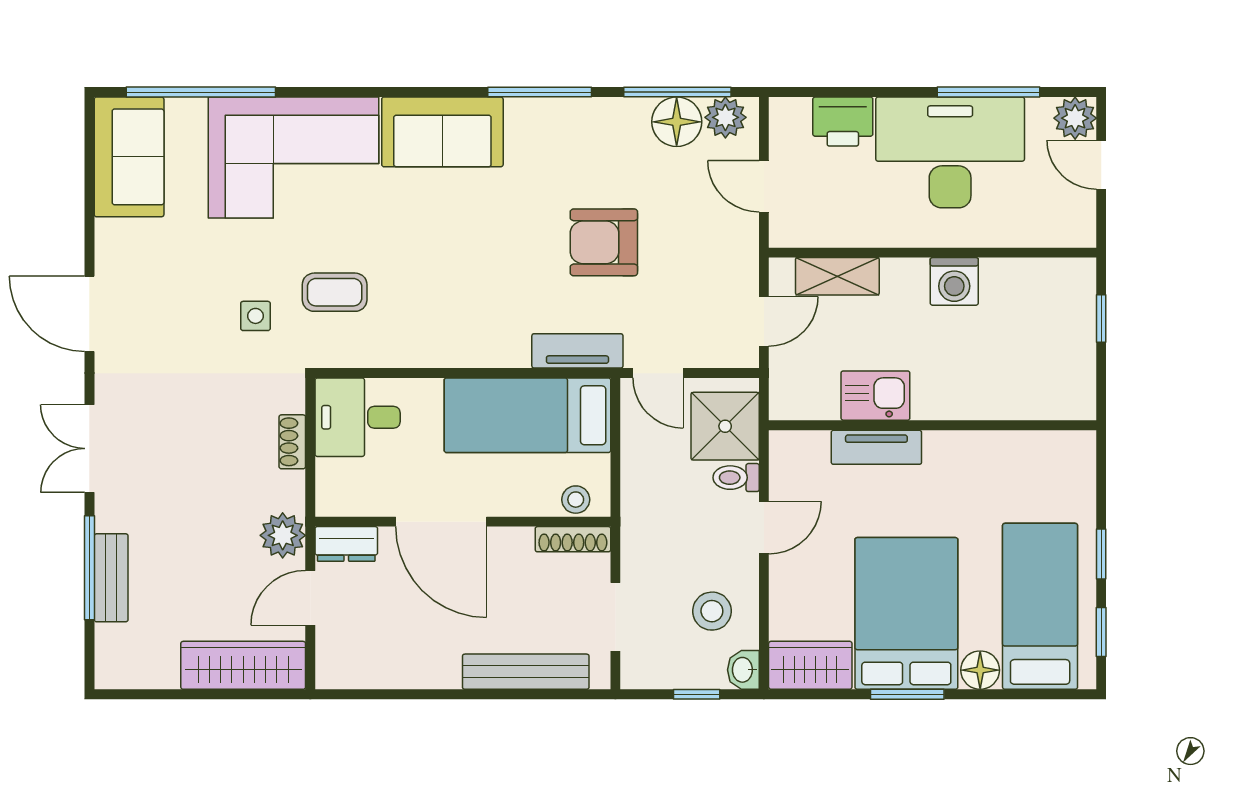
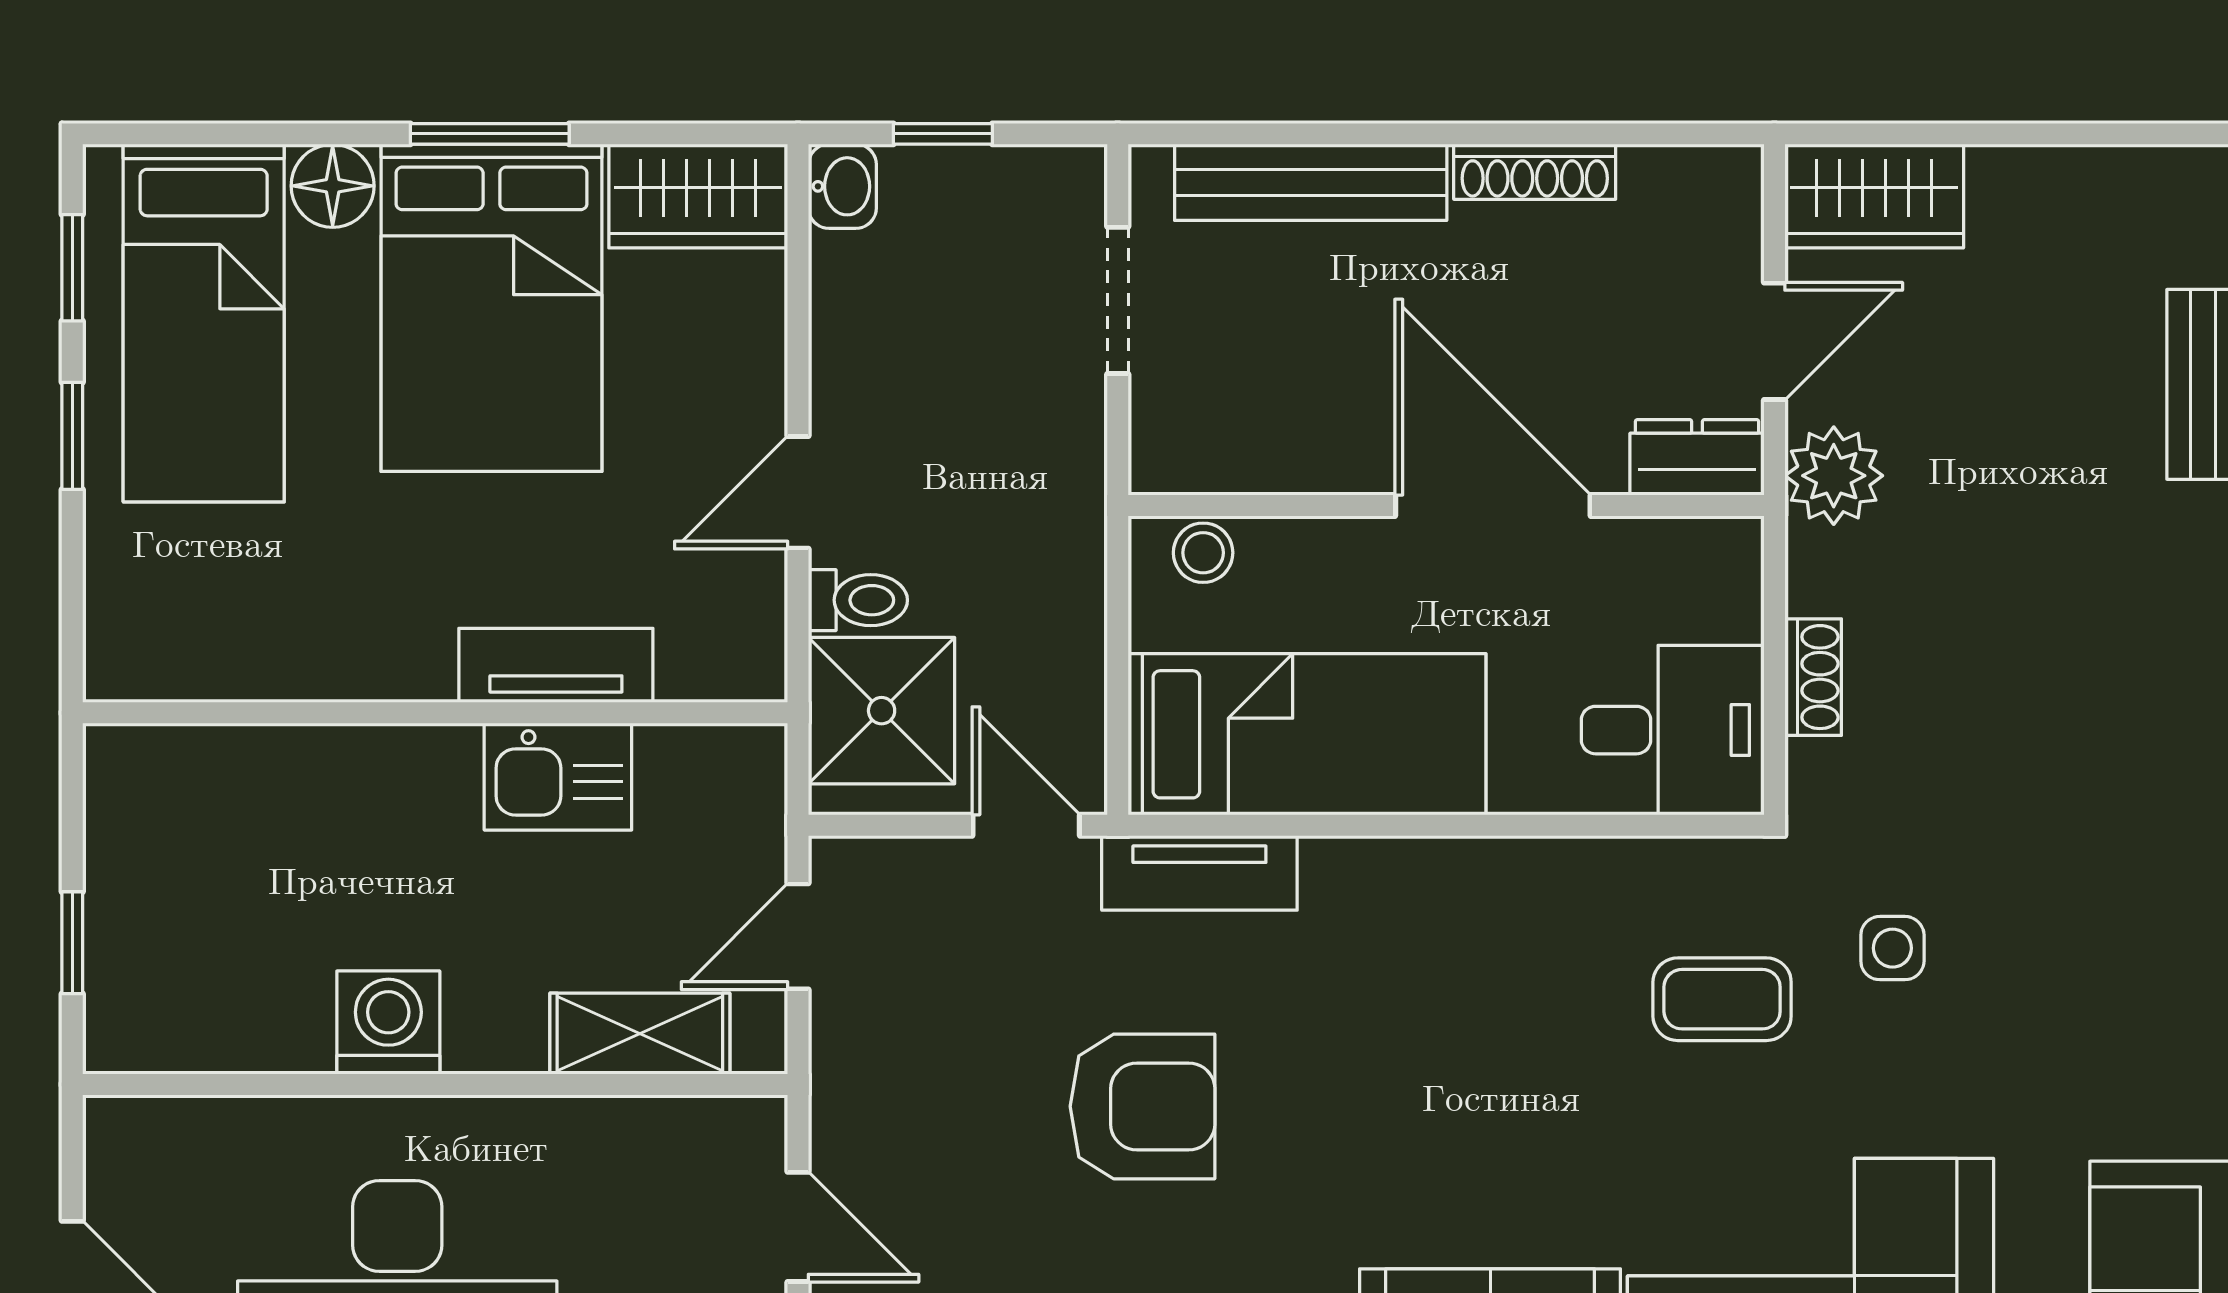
shoe rack: (573, 539) -> (1535, 172), moved, turned 180
stool: (712, 611) -> (910, 313), removed
wardrobe: (243, 665) -> (1874, 196), width x0.67

